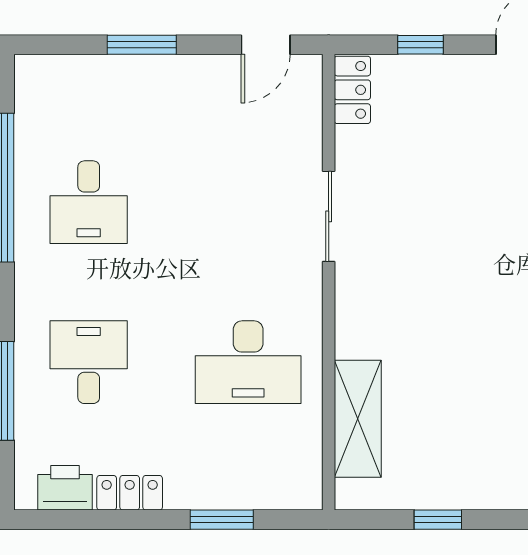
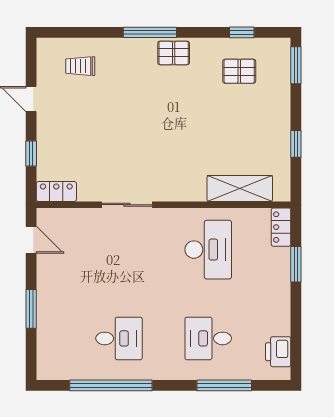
locker: (130, 493) -> (281, 227), moved

